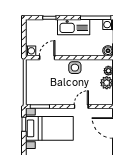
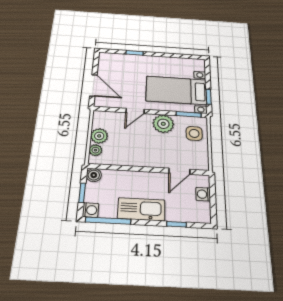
washing machine: (31, 51) -> (203, 194), moved
side table: (75, 68) -> (194, 133), moved
plant: (59, 97) -> (163, 124), added

